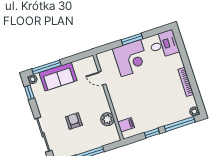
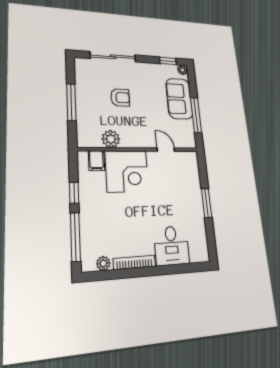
desk: (164, 44) -> (172, 245), moved
corner desk: (131, 58) -> (127, 171), moved, turned -90
window: (47, 67) -> (196, 115), moved
door: (102, 78) -> (166, 150), hinge flipped
plant: (194, 111) -> (103, 263), moved

